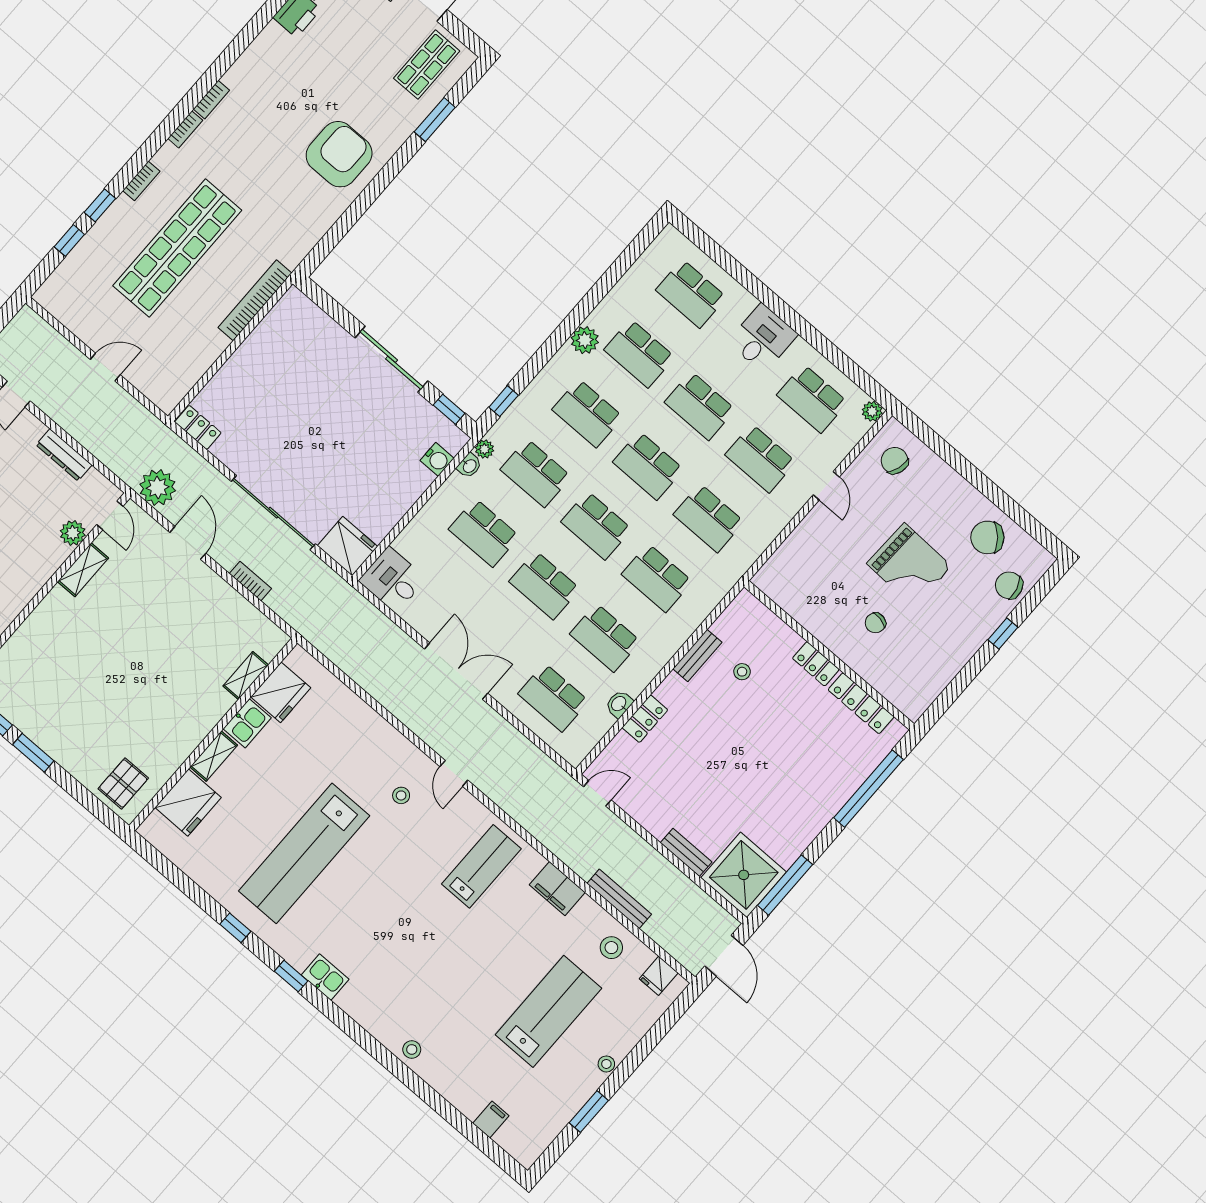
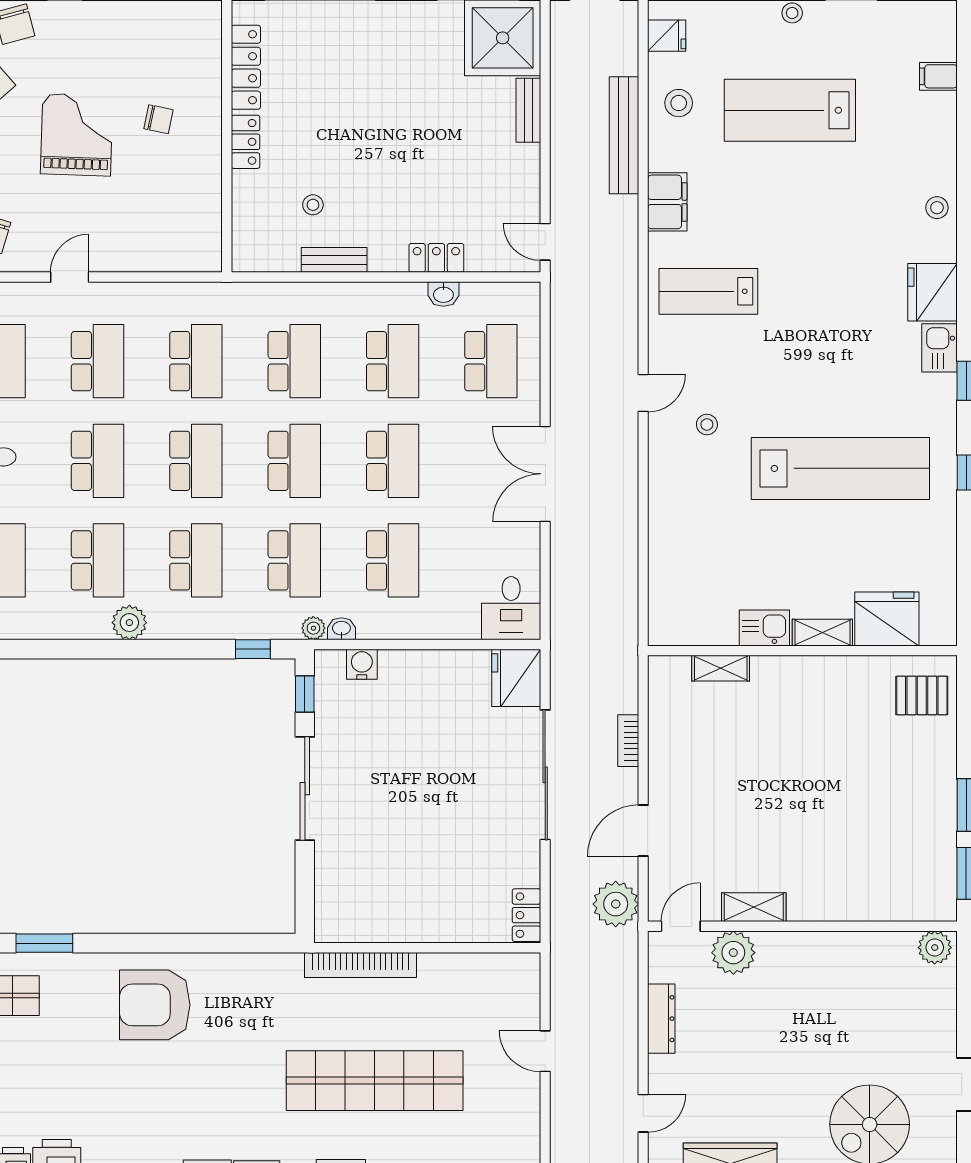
plant: (73, 533) -> (733, 953), width x1.36, depth x1.36
fridge: (281, 692) -> (932, 292), moved, turned -90
bench: (619, 899) -> (624, 135), width x1.37, depth x1.21

